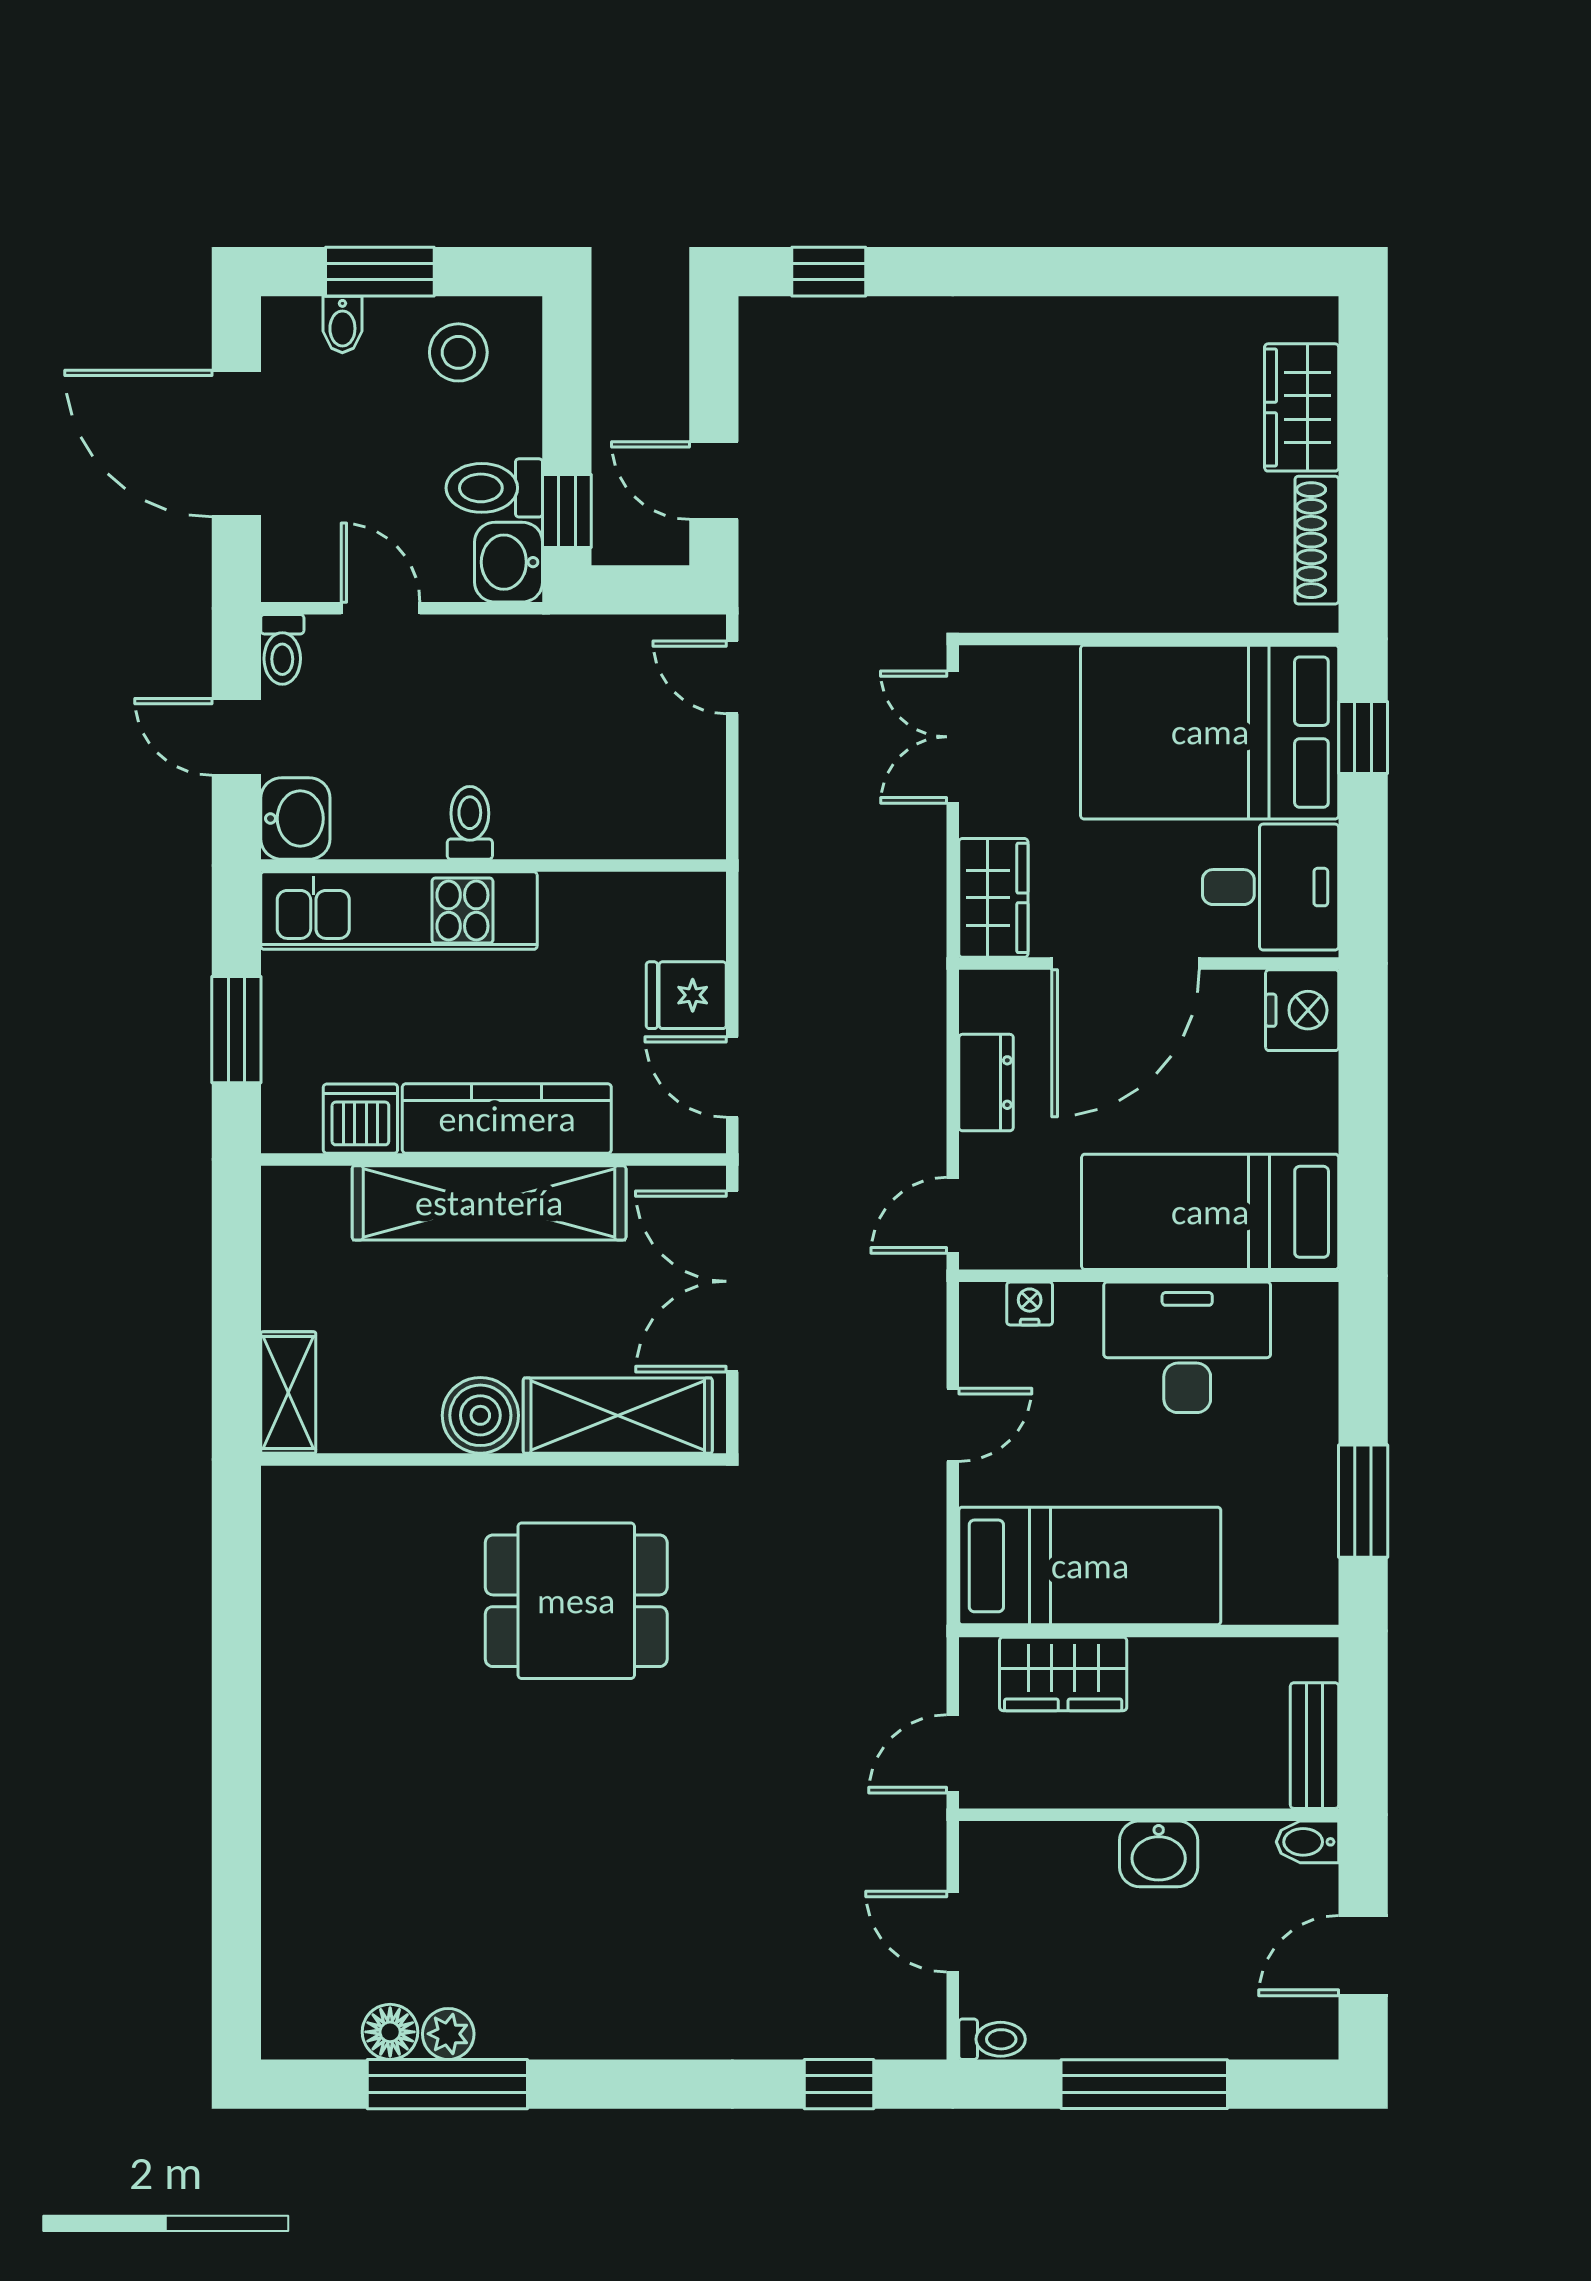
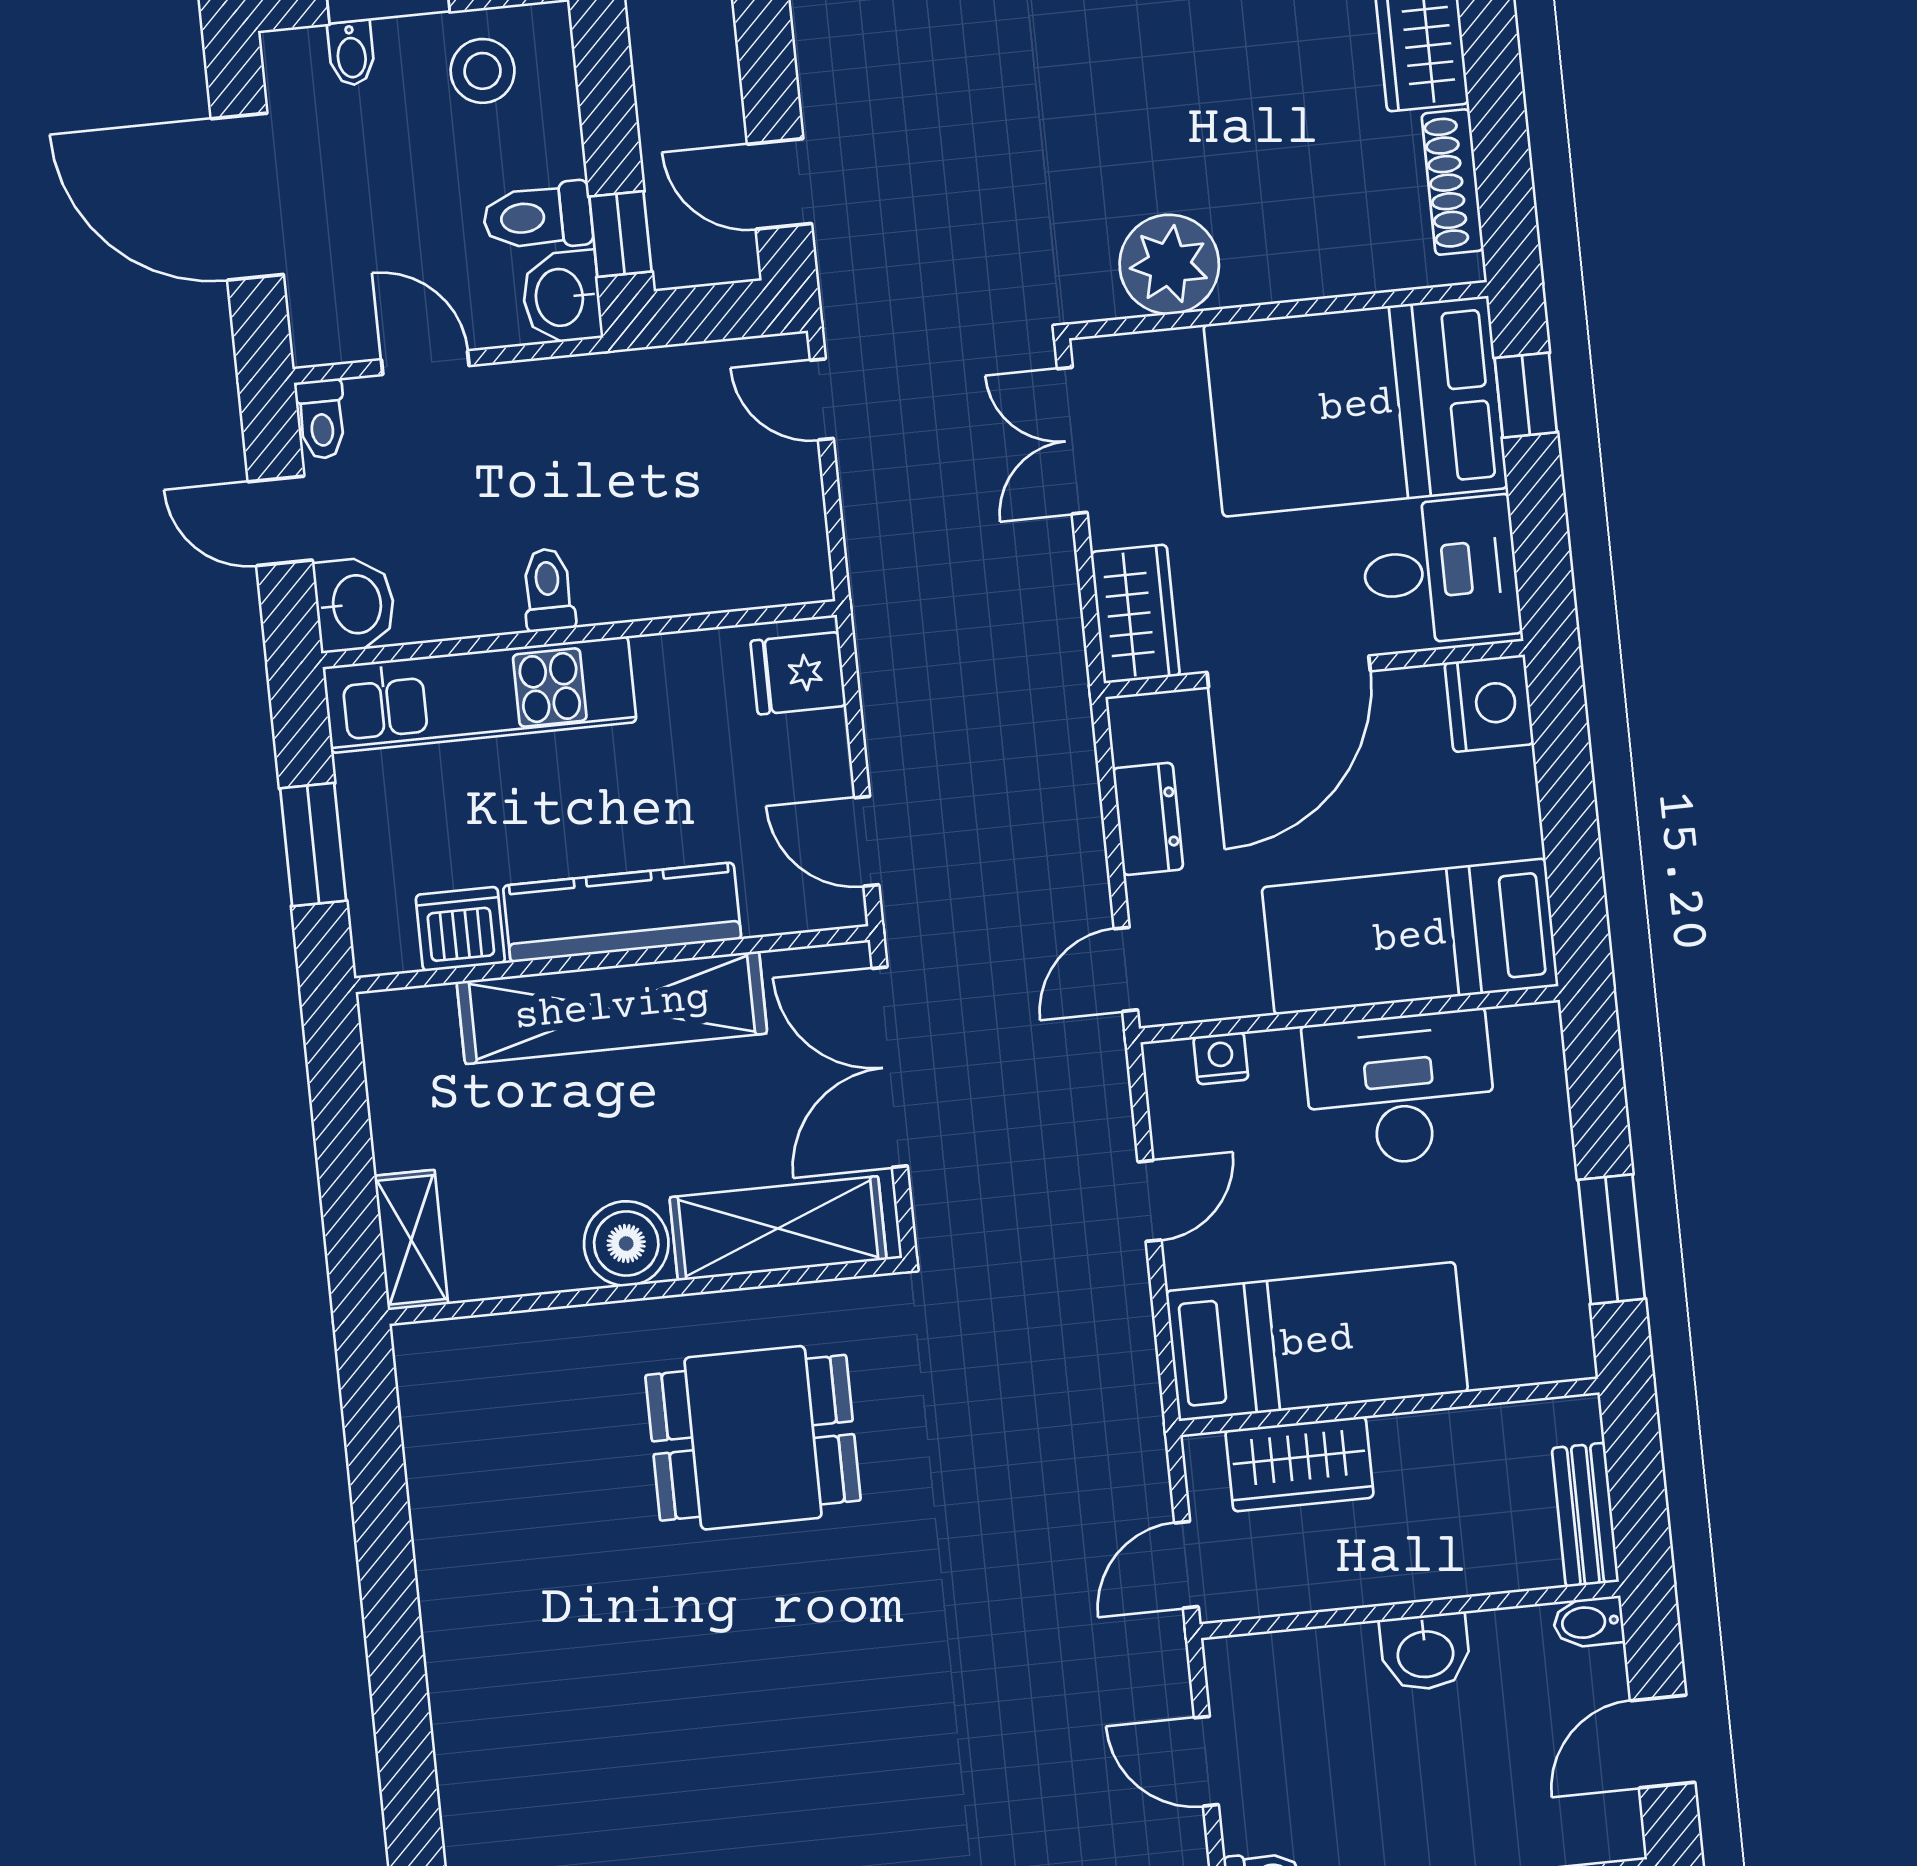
plant: (1056, 588) -> (1169, 264), added
fridge: (686, 995) -> (798, 673), moved

